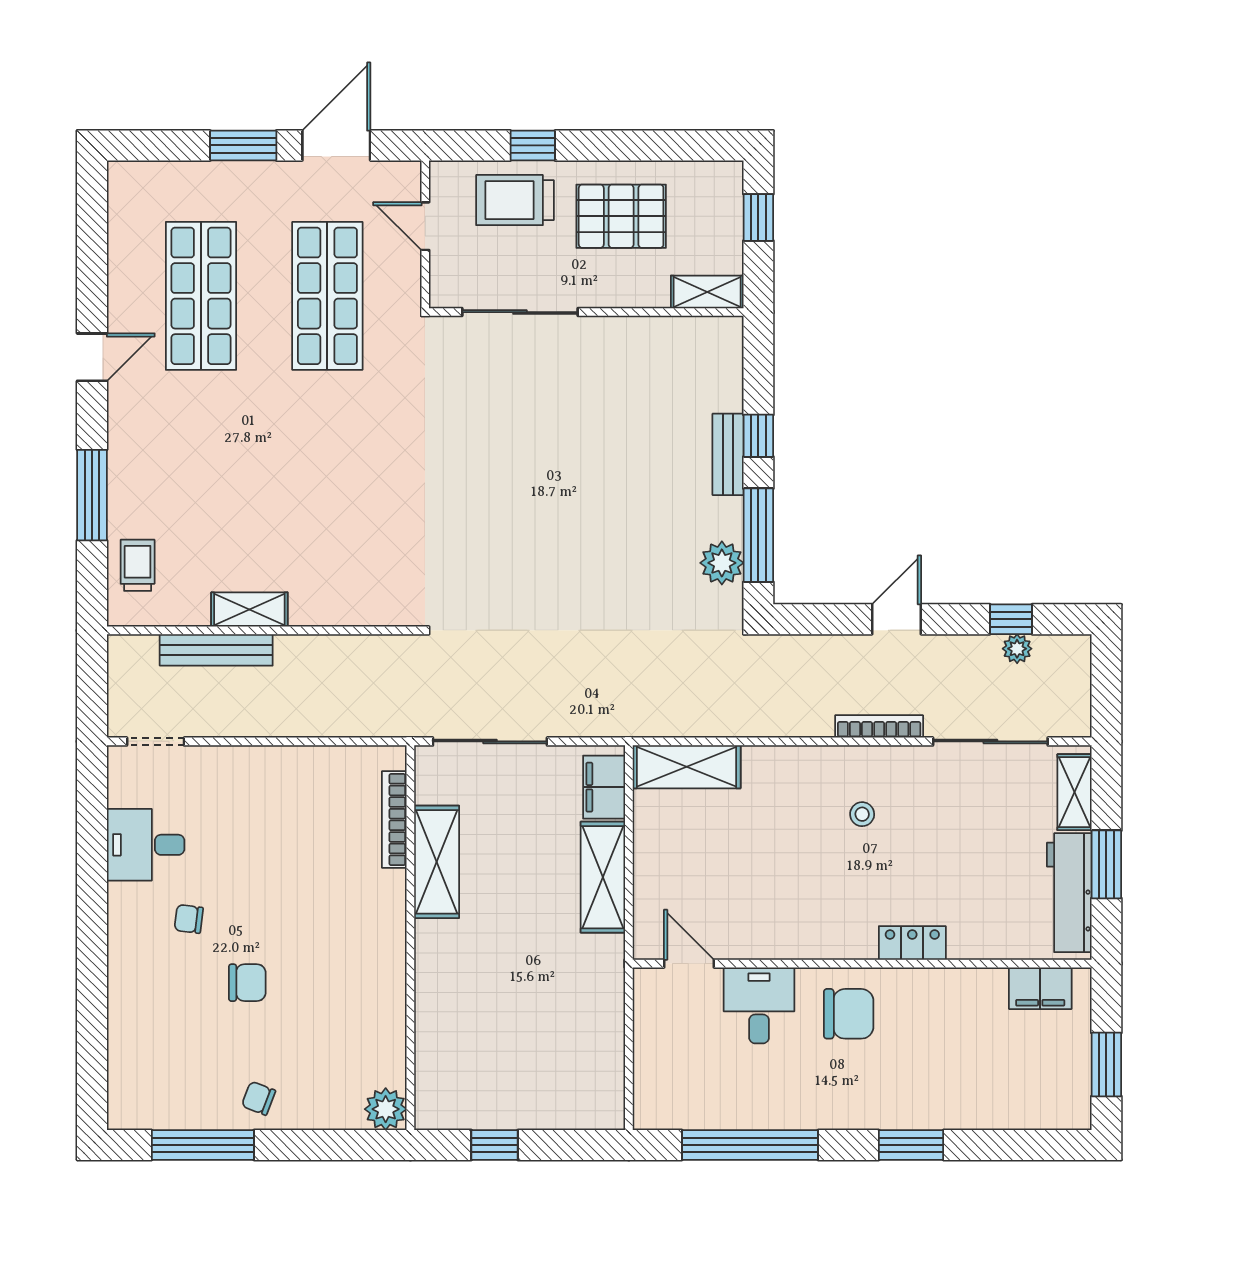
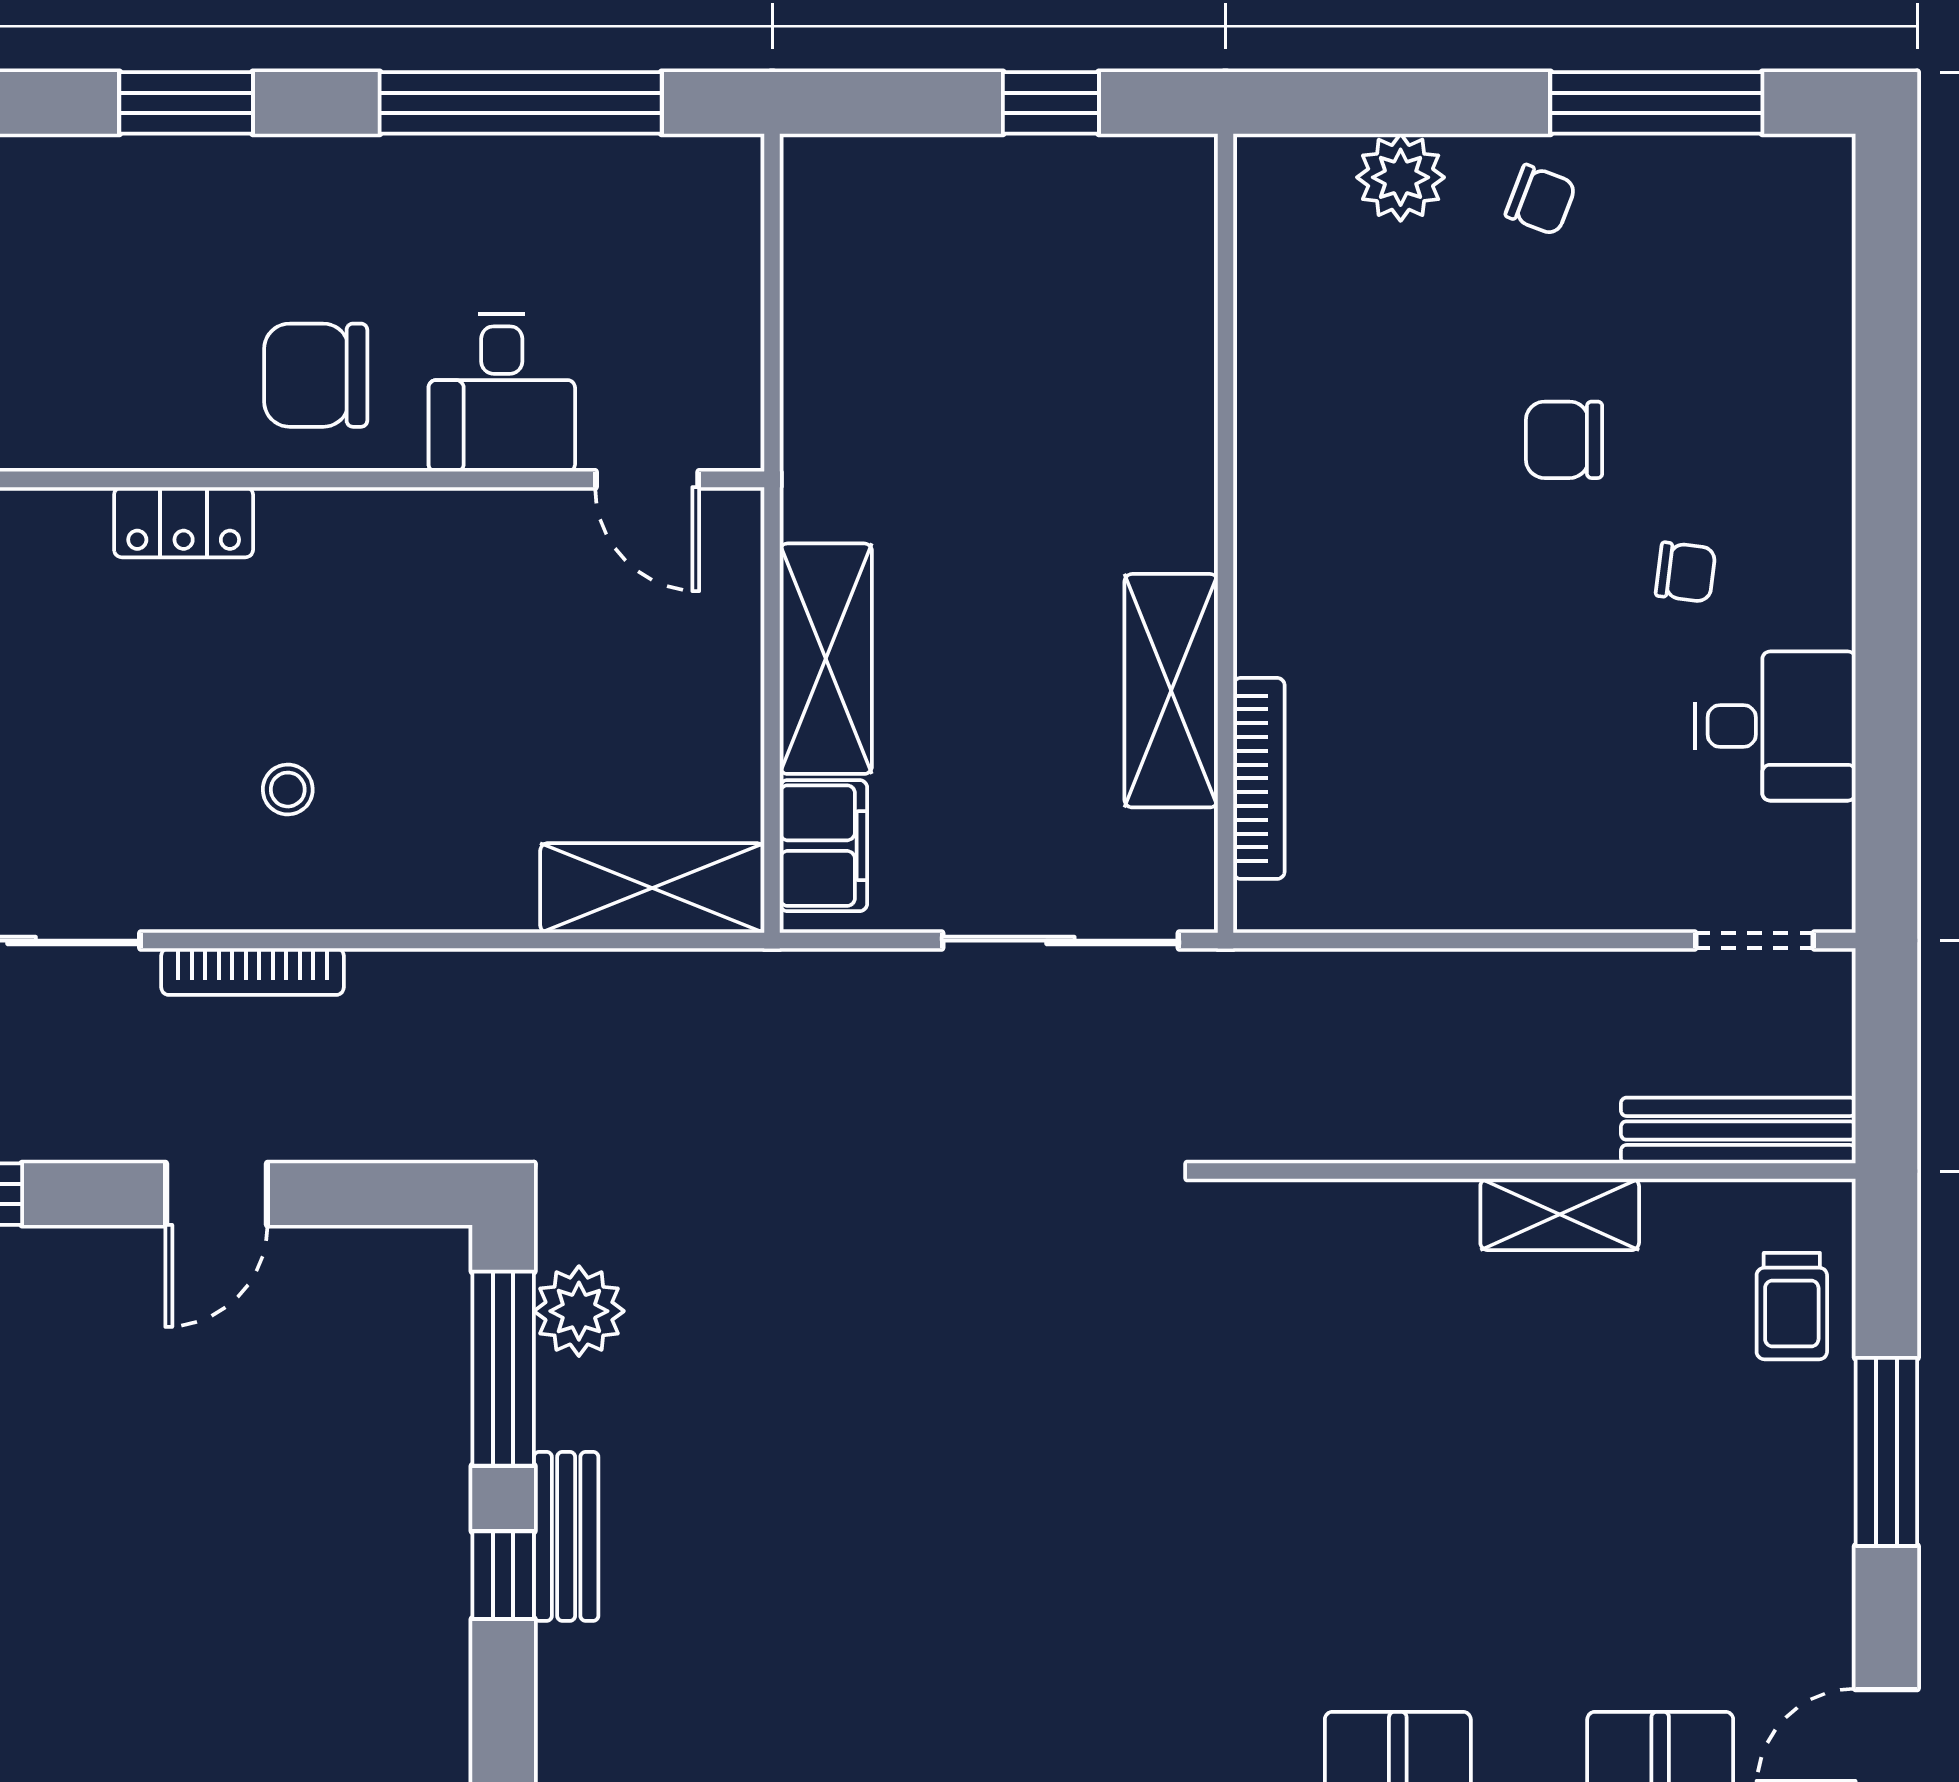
bench: (216, 650) -> (1738, 1131), moved
plant: (386, 1109) -> (1401, 177), moved

